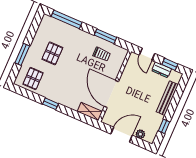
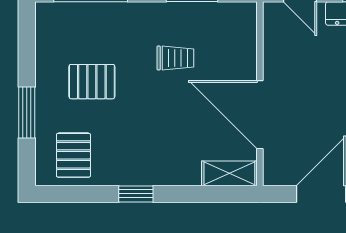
pallet: (52, 53) -> (92, 82), turned 90
trolley: (102, 54) -> (175, 58), moved

